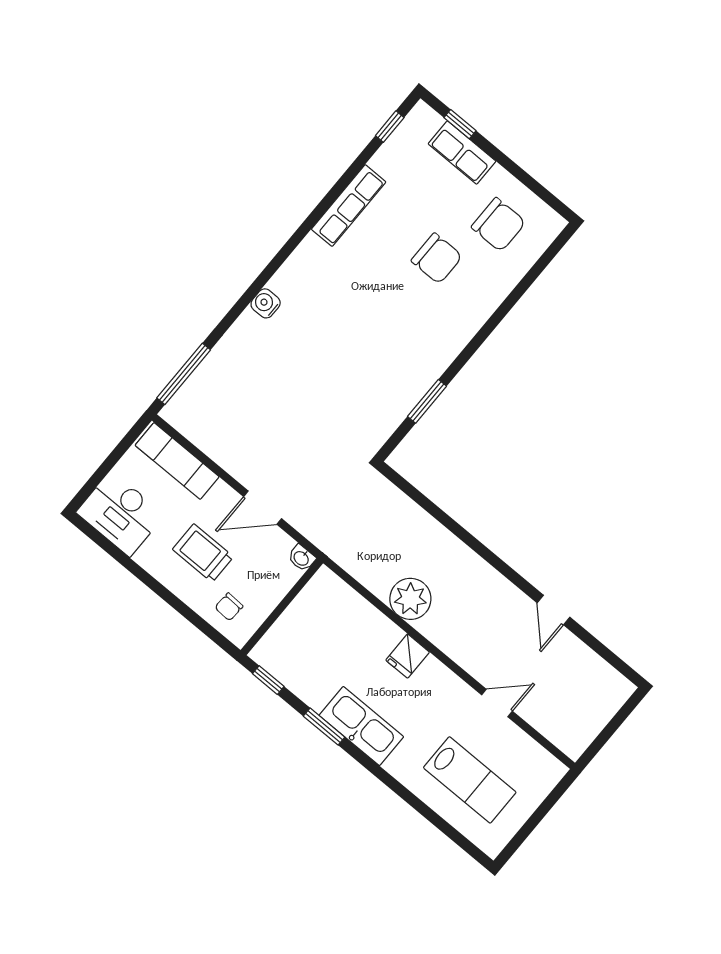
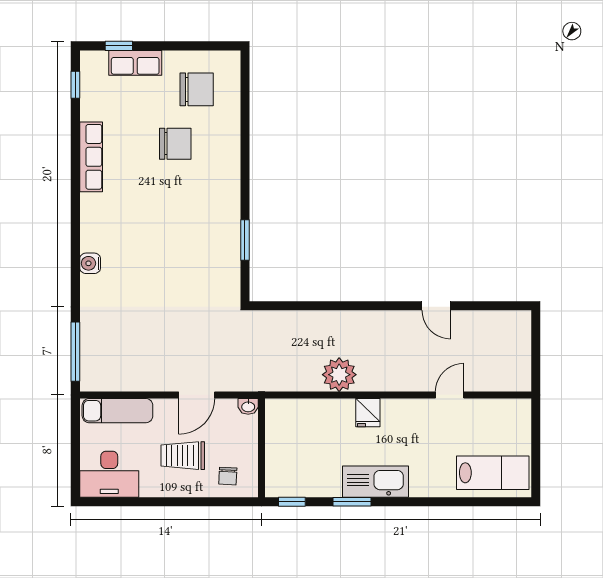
lab bench: (470, 780) -> (493, 473), moved

